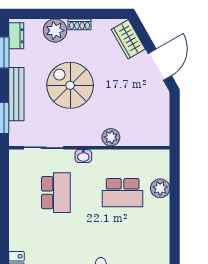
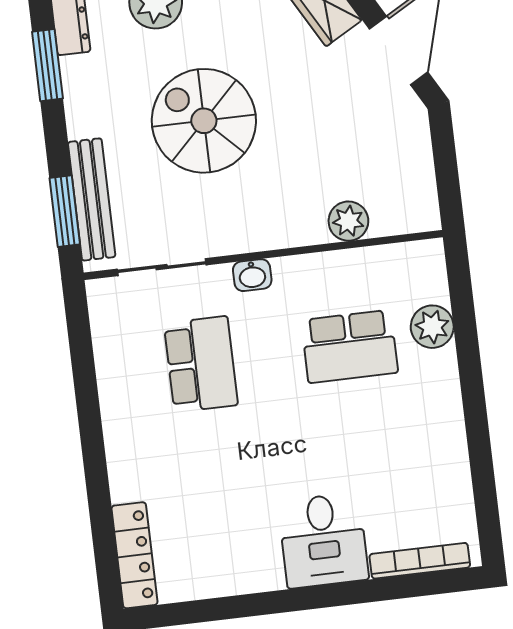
bench: (16, 94) -> (92, 199), moved
plant: (111, 137) -> (348, 221), moved

